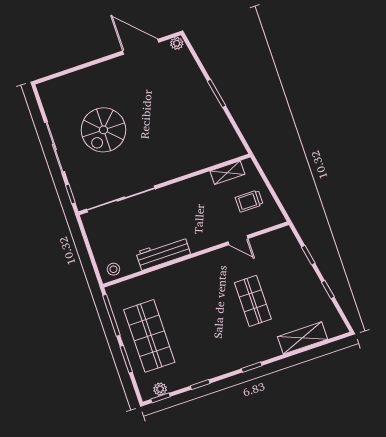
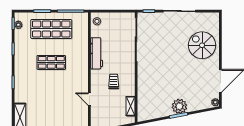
plant: (202, 97) -> (179, 106), added
spiral stairs: (103, 130) -> (202, 45), moved
trolley: (249, 201) -> (114, 81), moved
door: (238, 240) -> (89, 99), hinge flipped
shop shelf: (253, 301) -> (51, 62), moved

